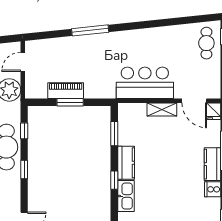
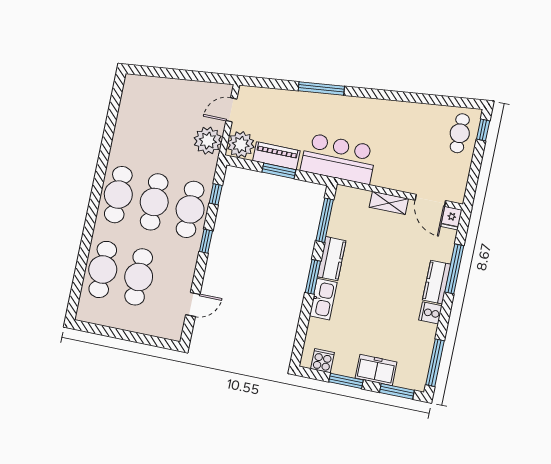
bar counter: (145, 83) -> (339, 159), moved
plant: (36, 88) -> (241, 145), added
window: (114, 134) -> (325, 220), width x1.44
window: (114, 180) -> (313, 277), width x1.50

